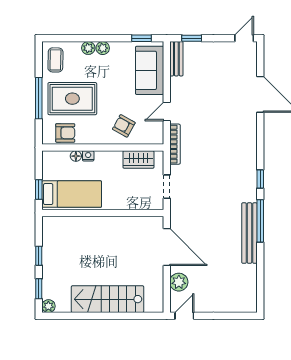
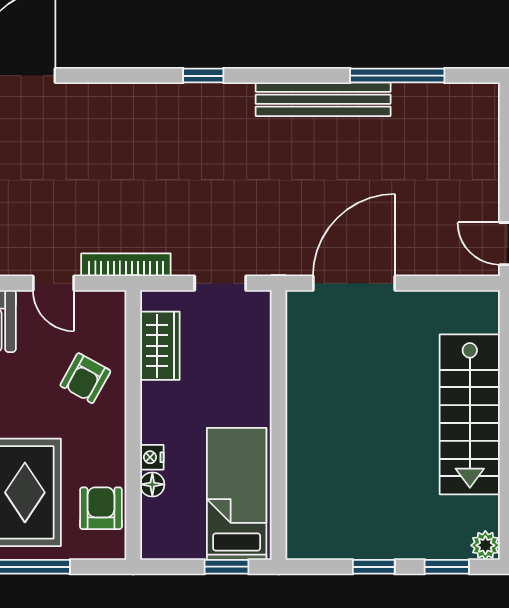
window: (260, 221) -> (397, 76), moved
plant: (179, 282) -> (432, 256), removed

